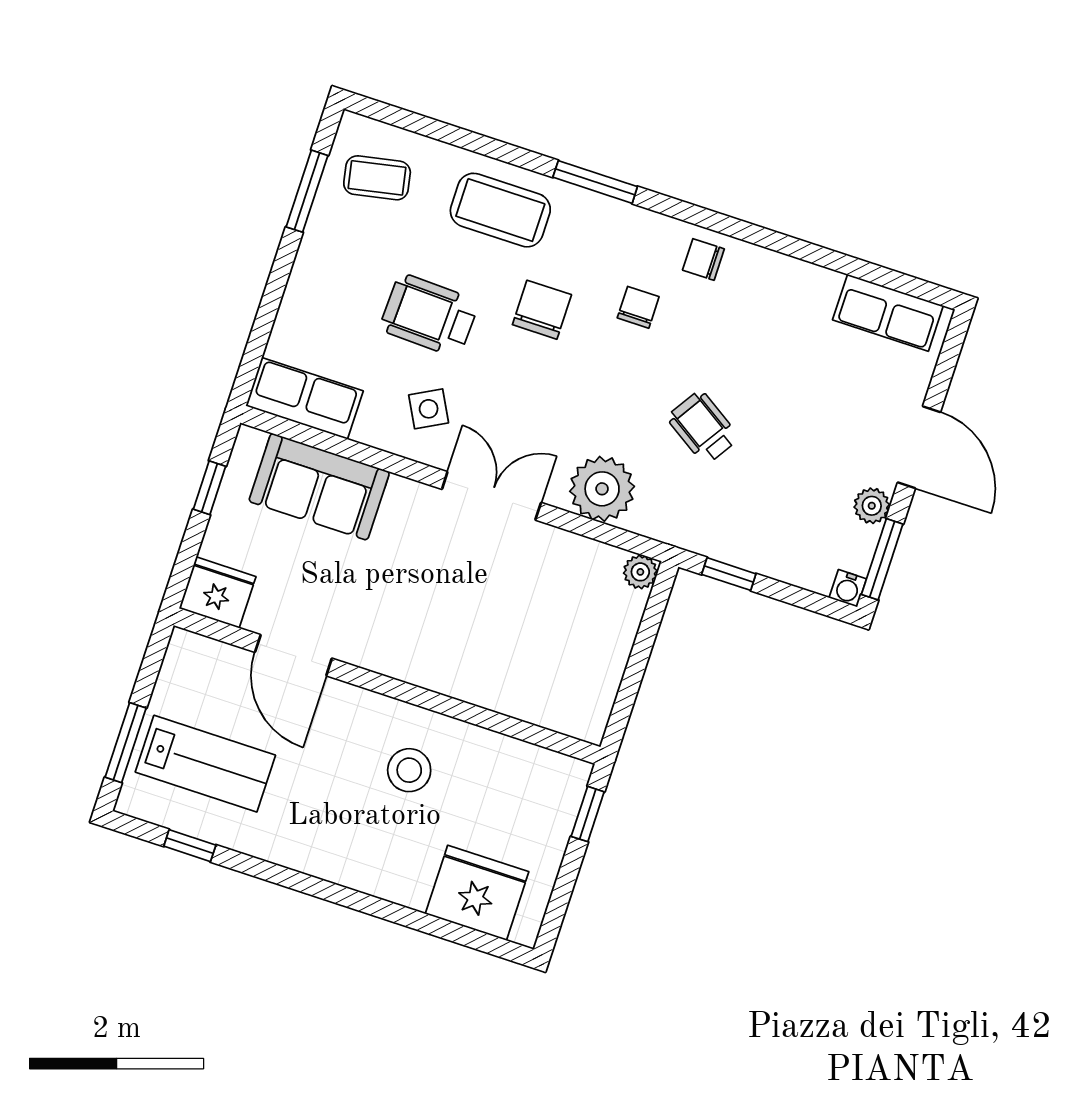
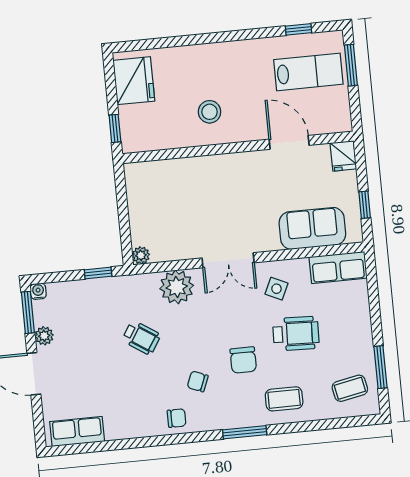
coffee table: (500, 210) -> (284, 399), width x0.73, depth x0.77
chair: (638, 307) -> (198, 381), turned 112
side table: (429, 409) -> (276, 289), turned -37
fridge: (218, 592) -> (343, 156), width x0.72
lab bench: (205, 764) -> (308, 72), turned 180
fridge: (477, 893) -> (134, 81), moved, turned -90

